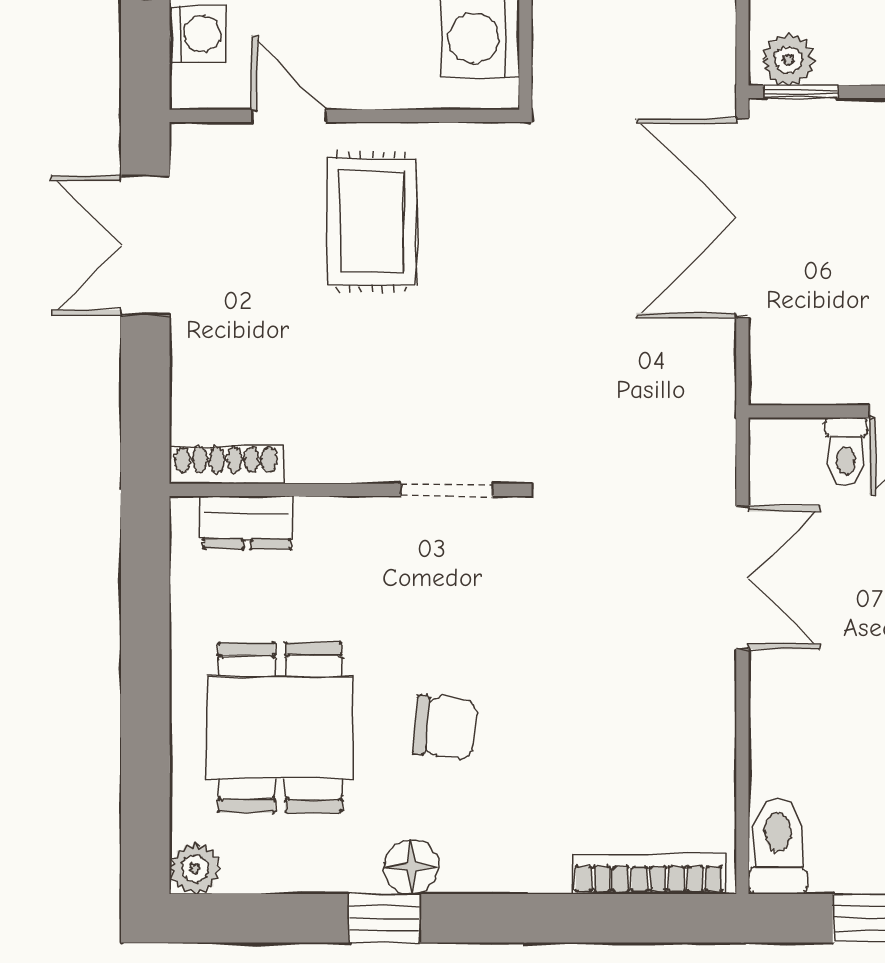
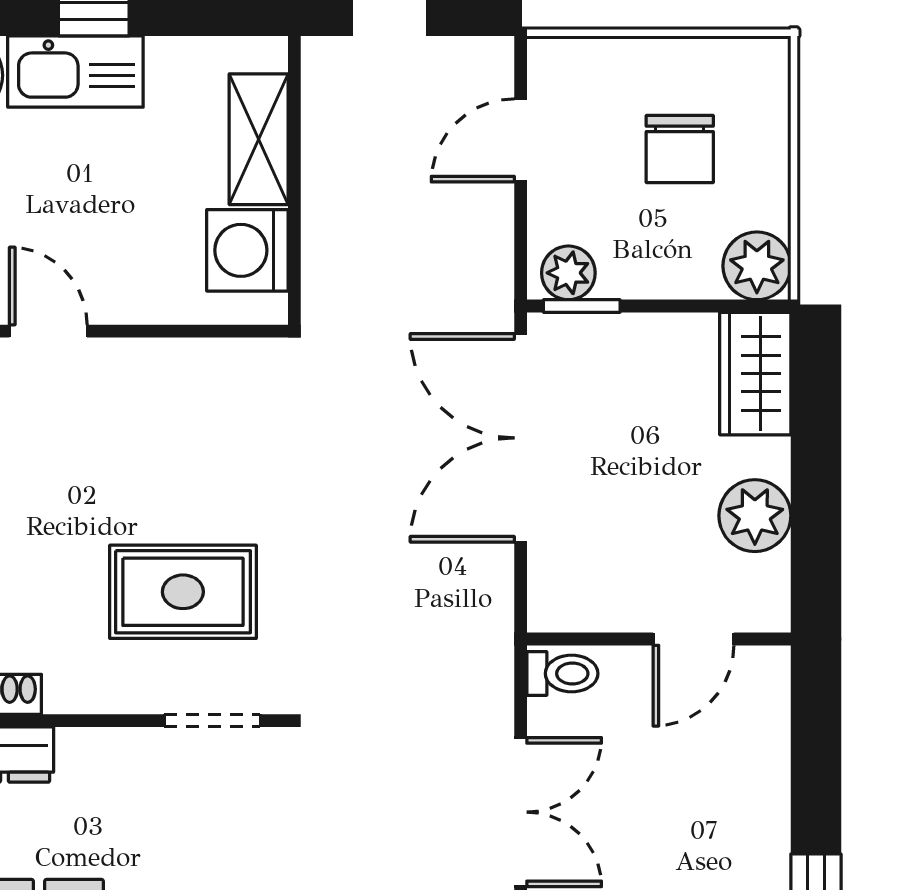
rug: (371, 222) -> (183, 592), moved, turned 90
toilet: (846, 452) -> (562, 674), moved, turned -90

